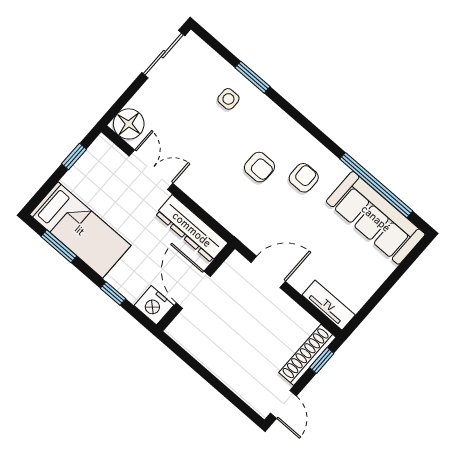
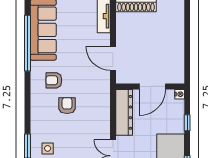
nightstand: (154, 305) -> (180, 94), width x0.53, depth x0.56

